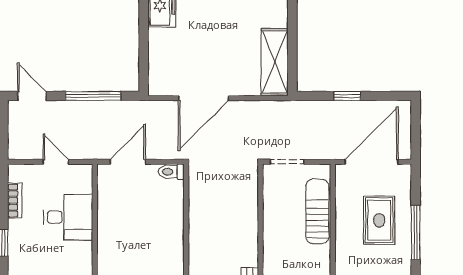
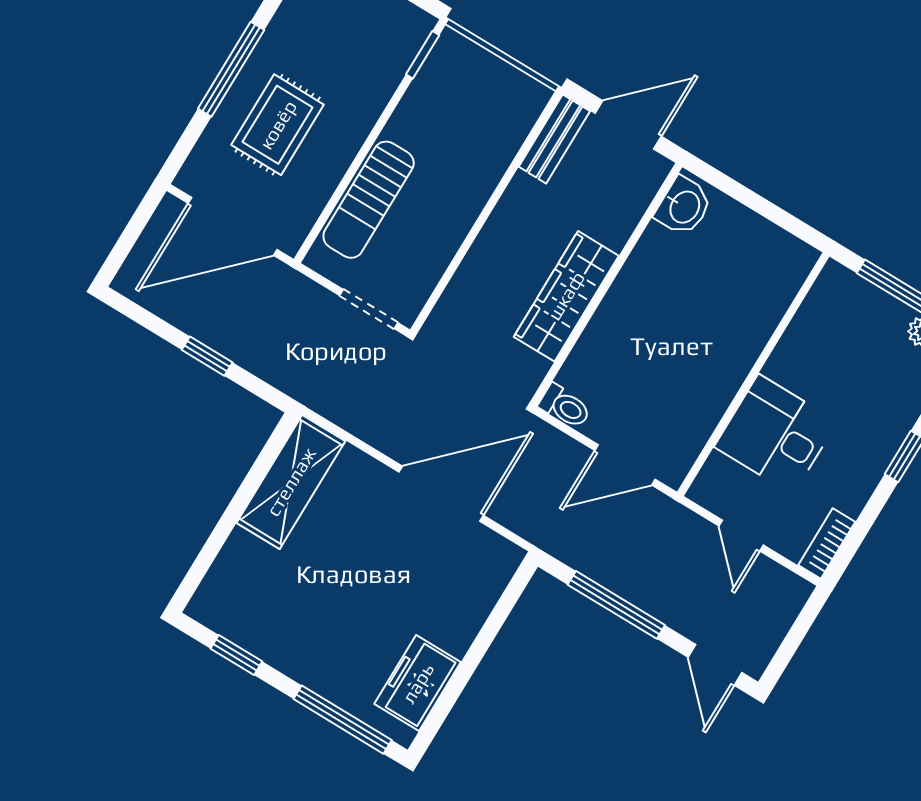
bookcase: (15, 201) -> (827, 543), moved
wardrobe: (201, 222) -> (566, 296), added

